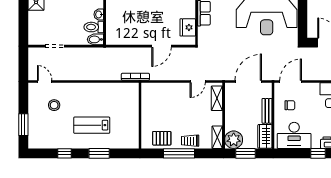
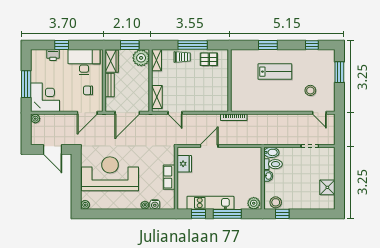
door: (198, 81) -> (175, 113), swing flipped
window: (64, 153) -> (312, 45), moved

